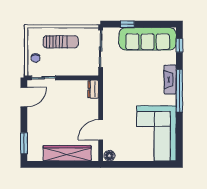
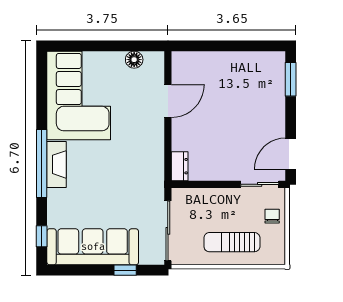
fireplace: (170, 79) -> (57, 164), moved
wardrobe: (67, 153) -> (222, 63), removed
floor lamp: (109, 156) -> (134, 60), moved

